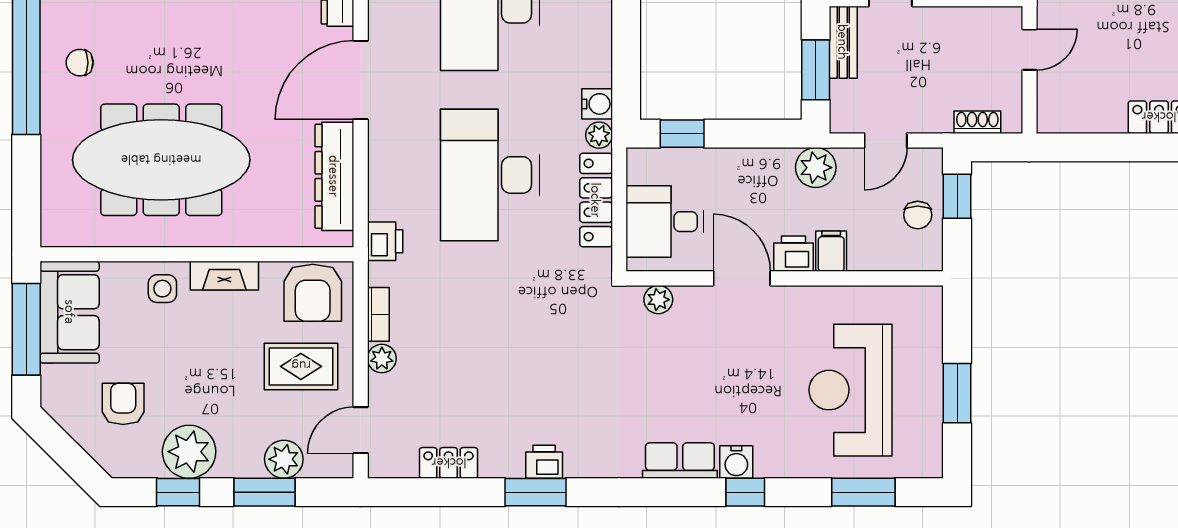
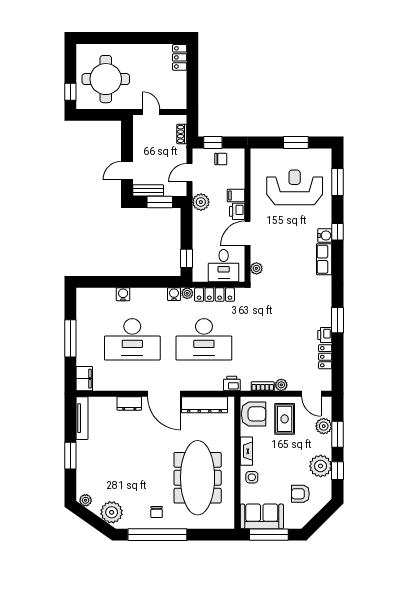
door: (886, 140) -> (189, 173), swing flipped
reception desk: (851, 390) -> (295, 187), turned 180
printer: (544, 462) -> (325, 335), moved

